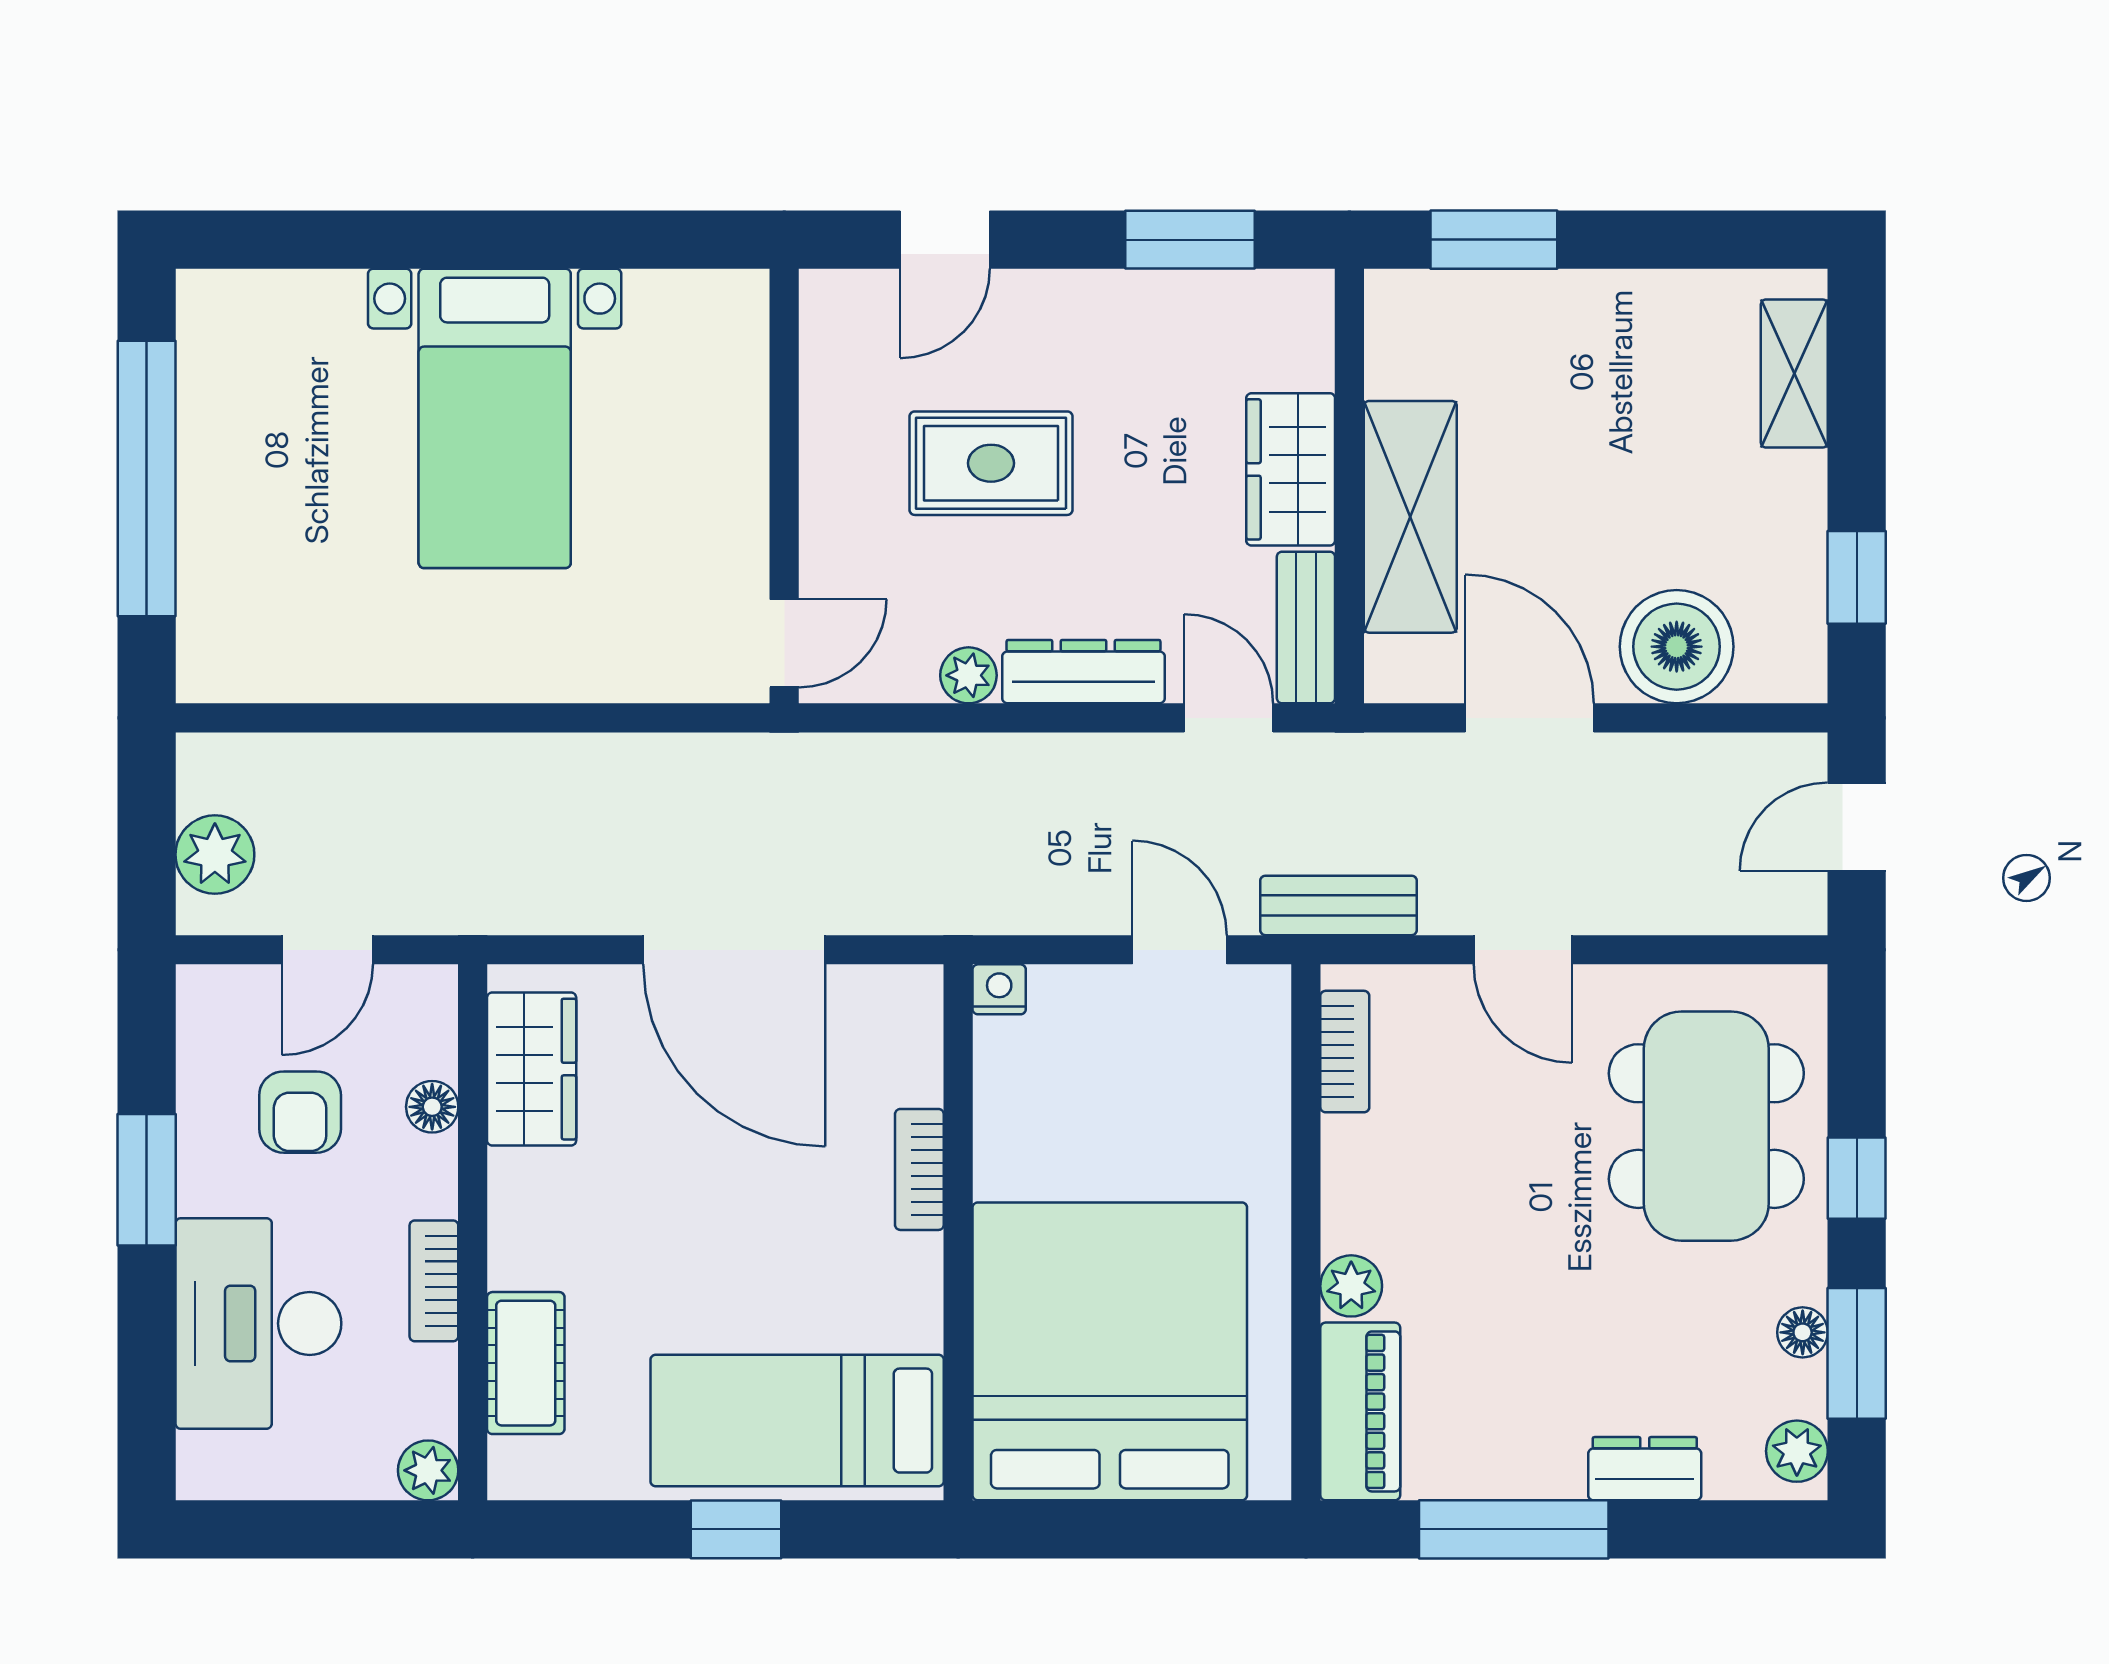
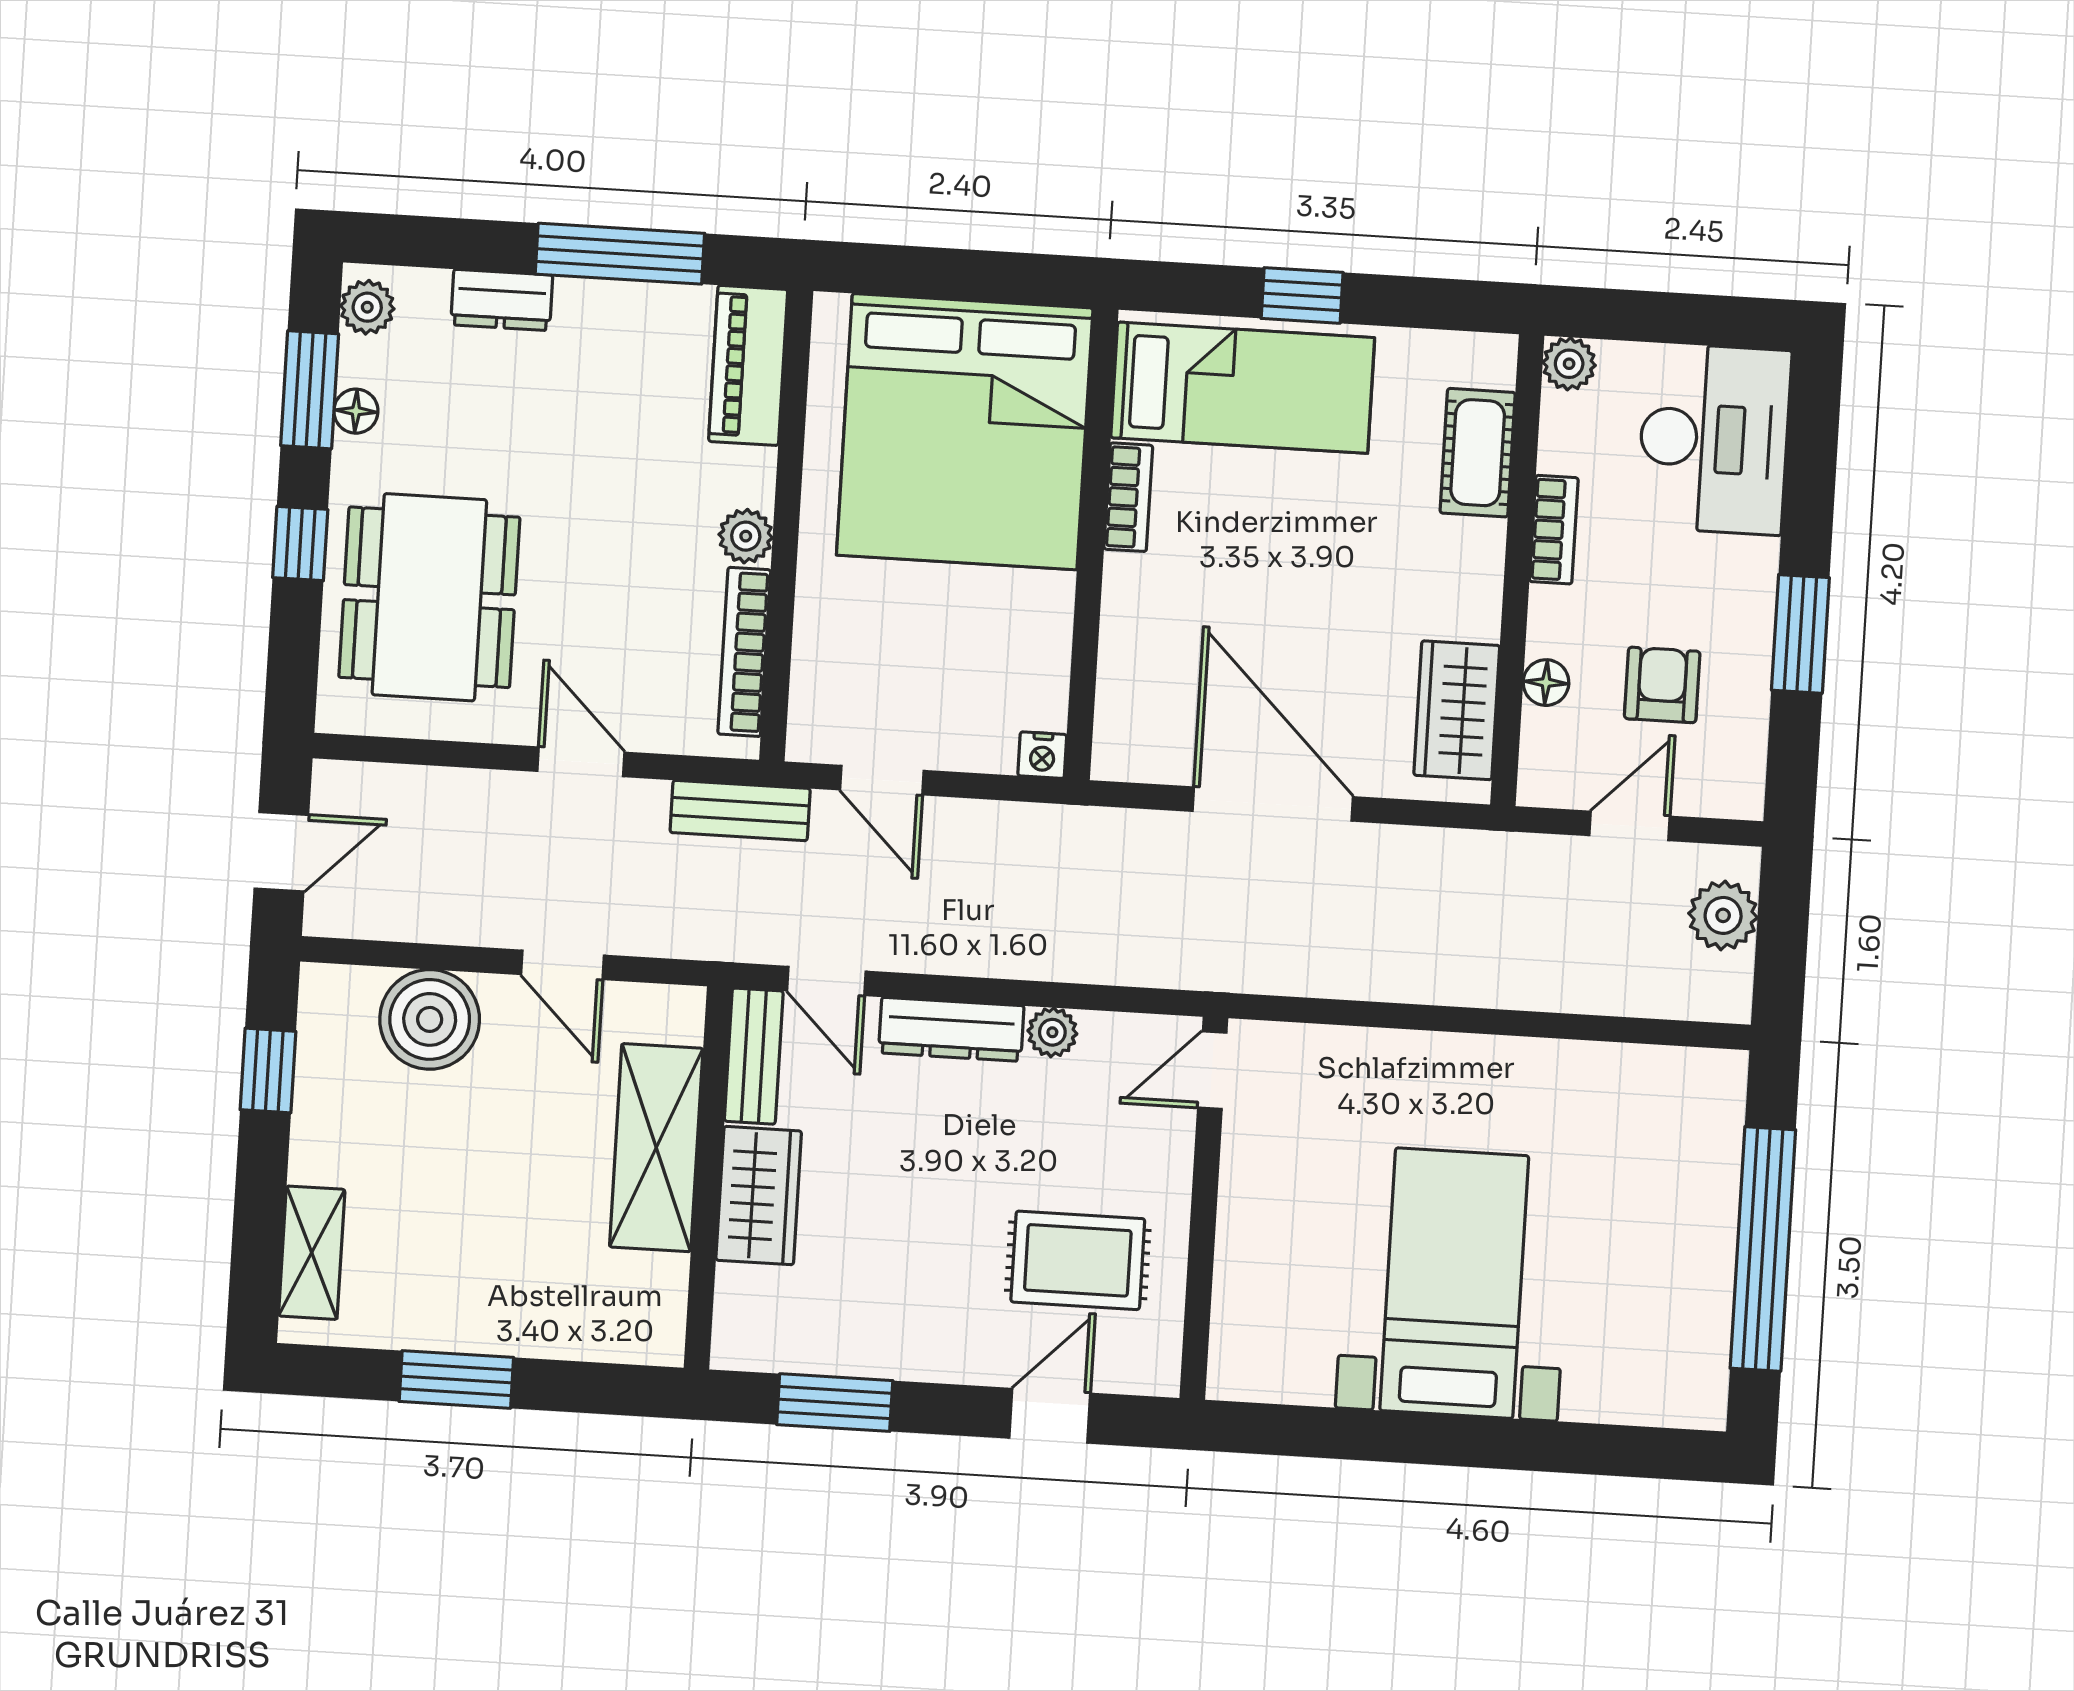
window: (1494, 240) -> (456, 1379), moved
rug: (991, 463) -> (1078, 1260), moved
door: (1530, 718) -> (562, 965), width x0.73
bookcase: (1345, 1052) -> (744, 652), width x1.56
bookcase: (919, 1169) -> (1128, 497), moved
plant: (1351, 1286) -> (746, 536), moved
desk: (258, 1323) -> (1714, 439), moved

